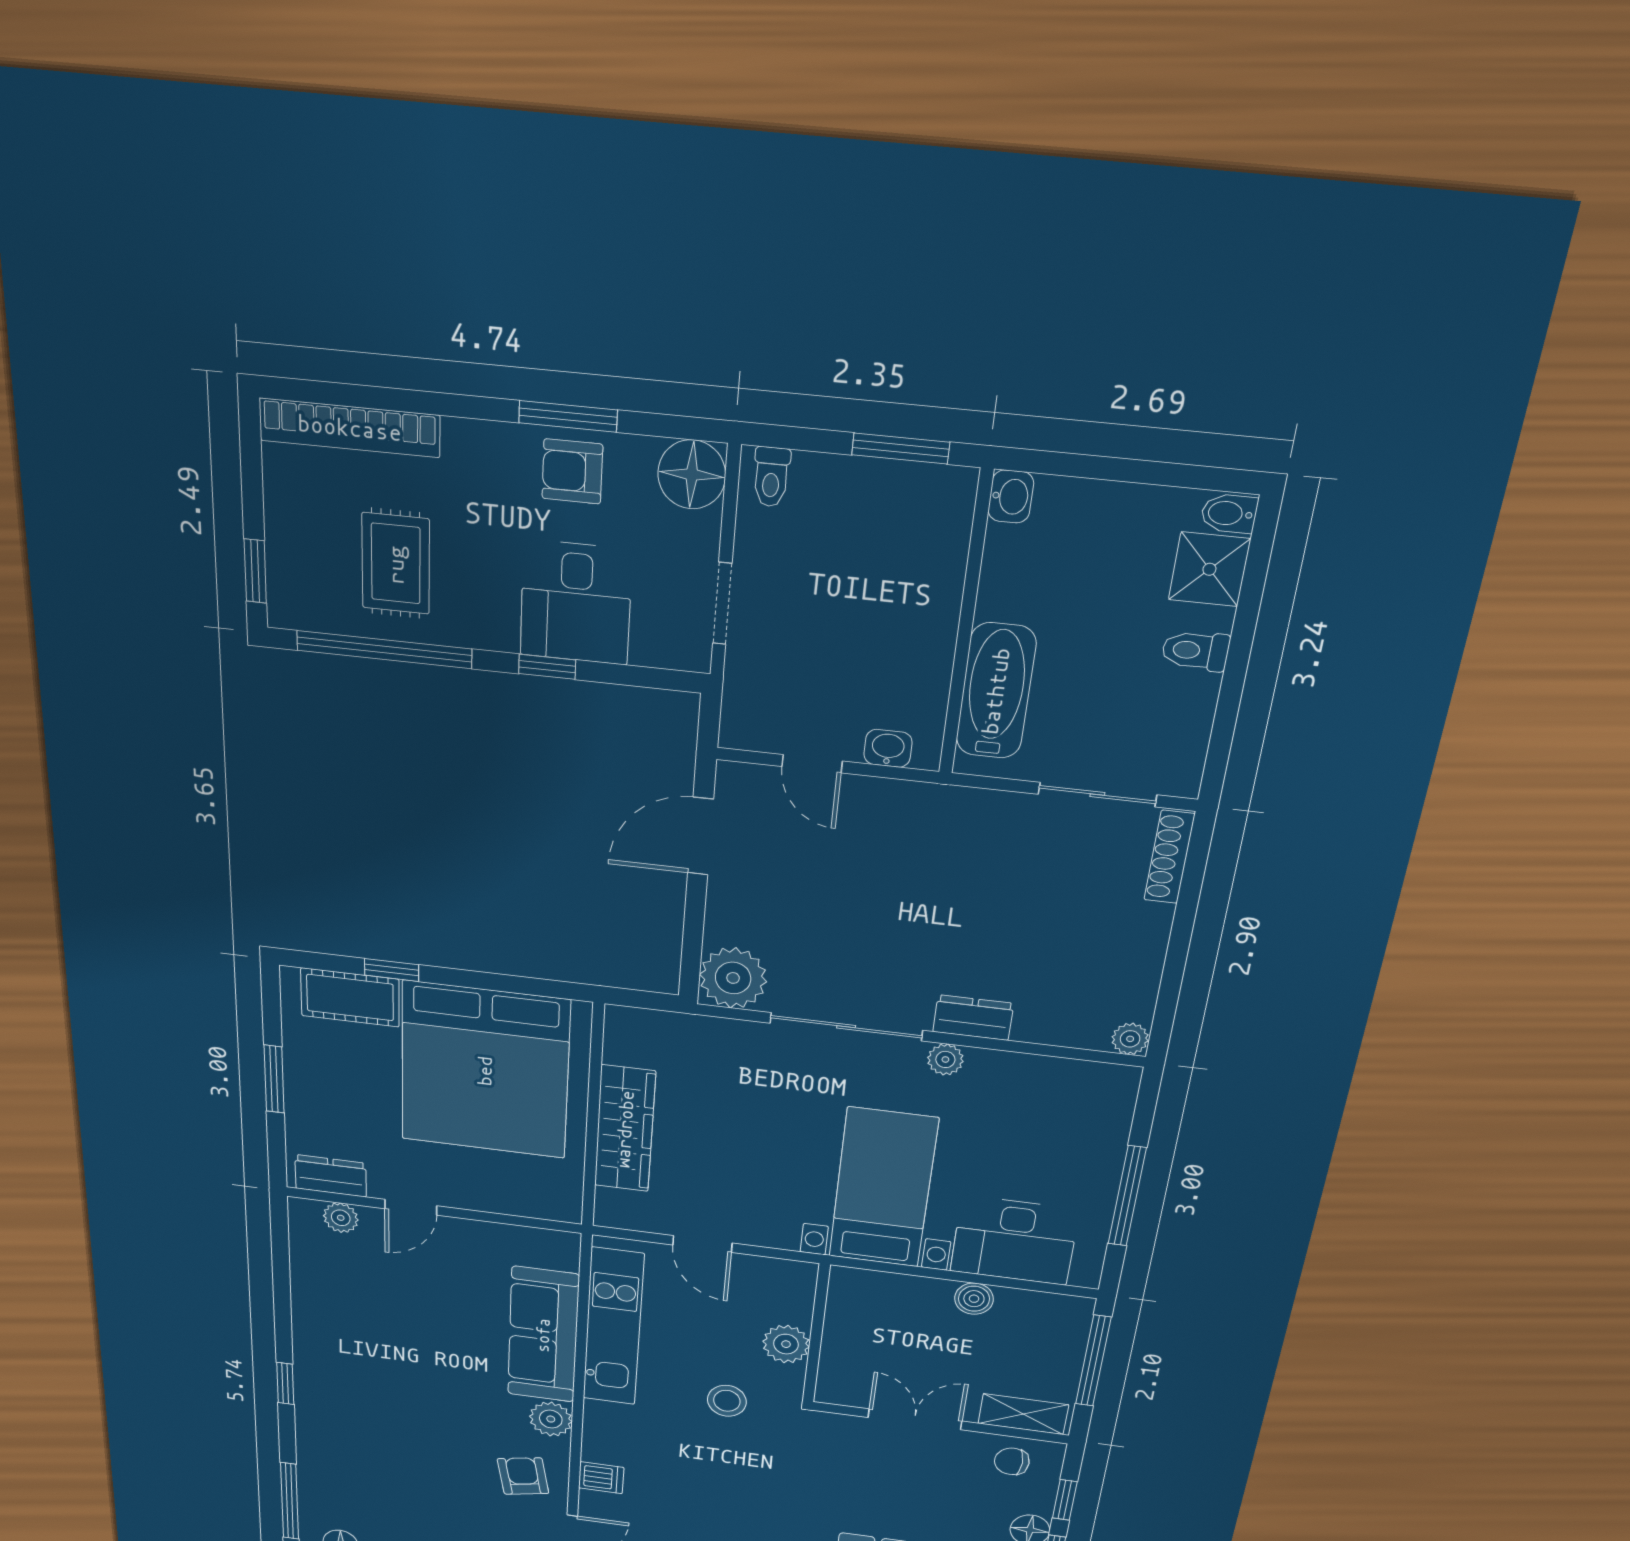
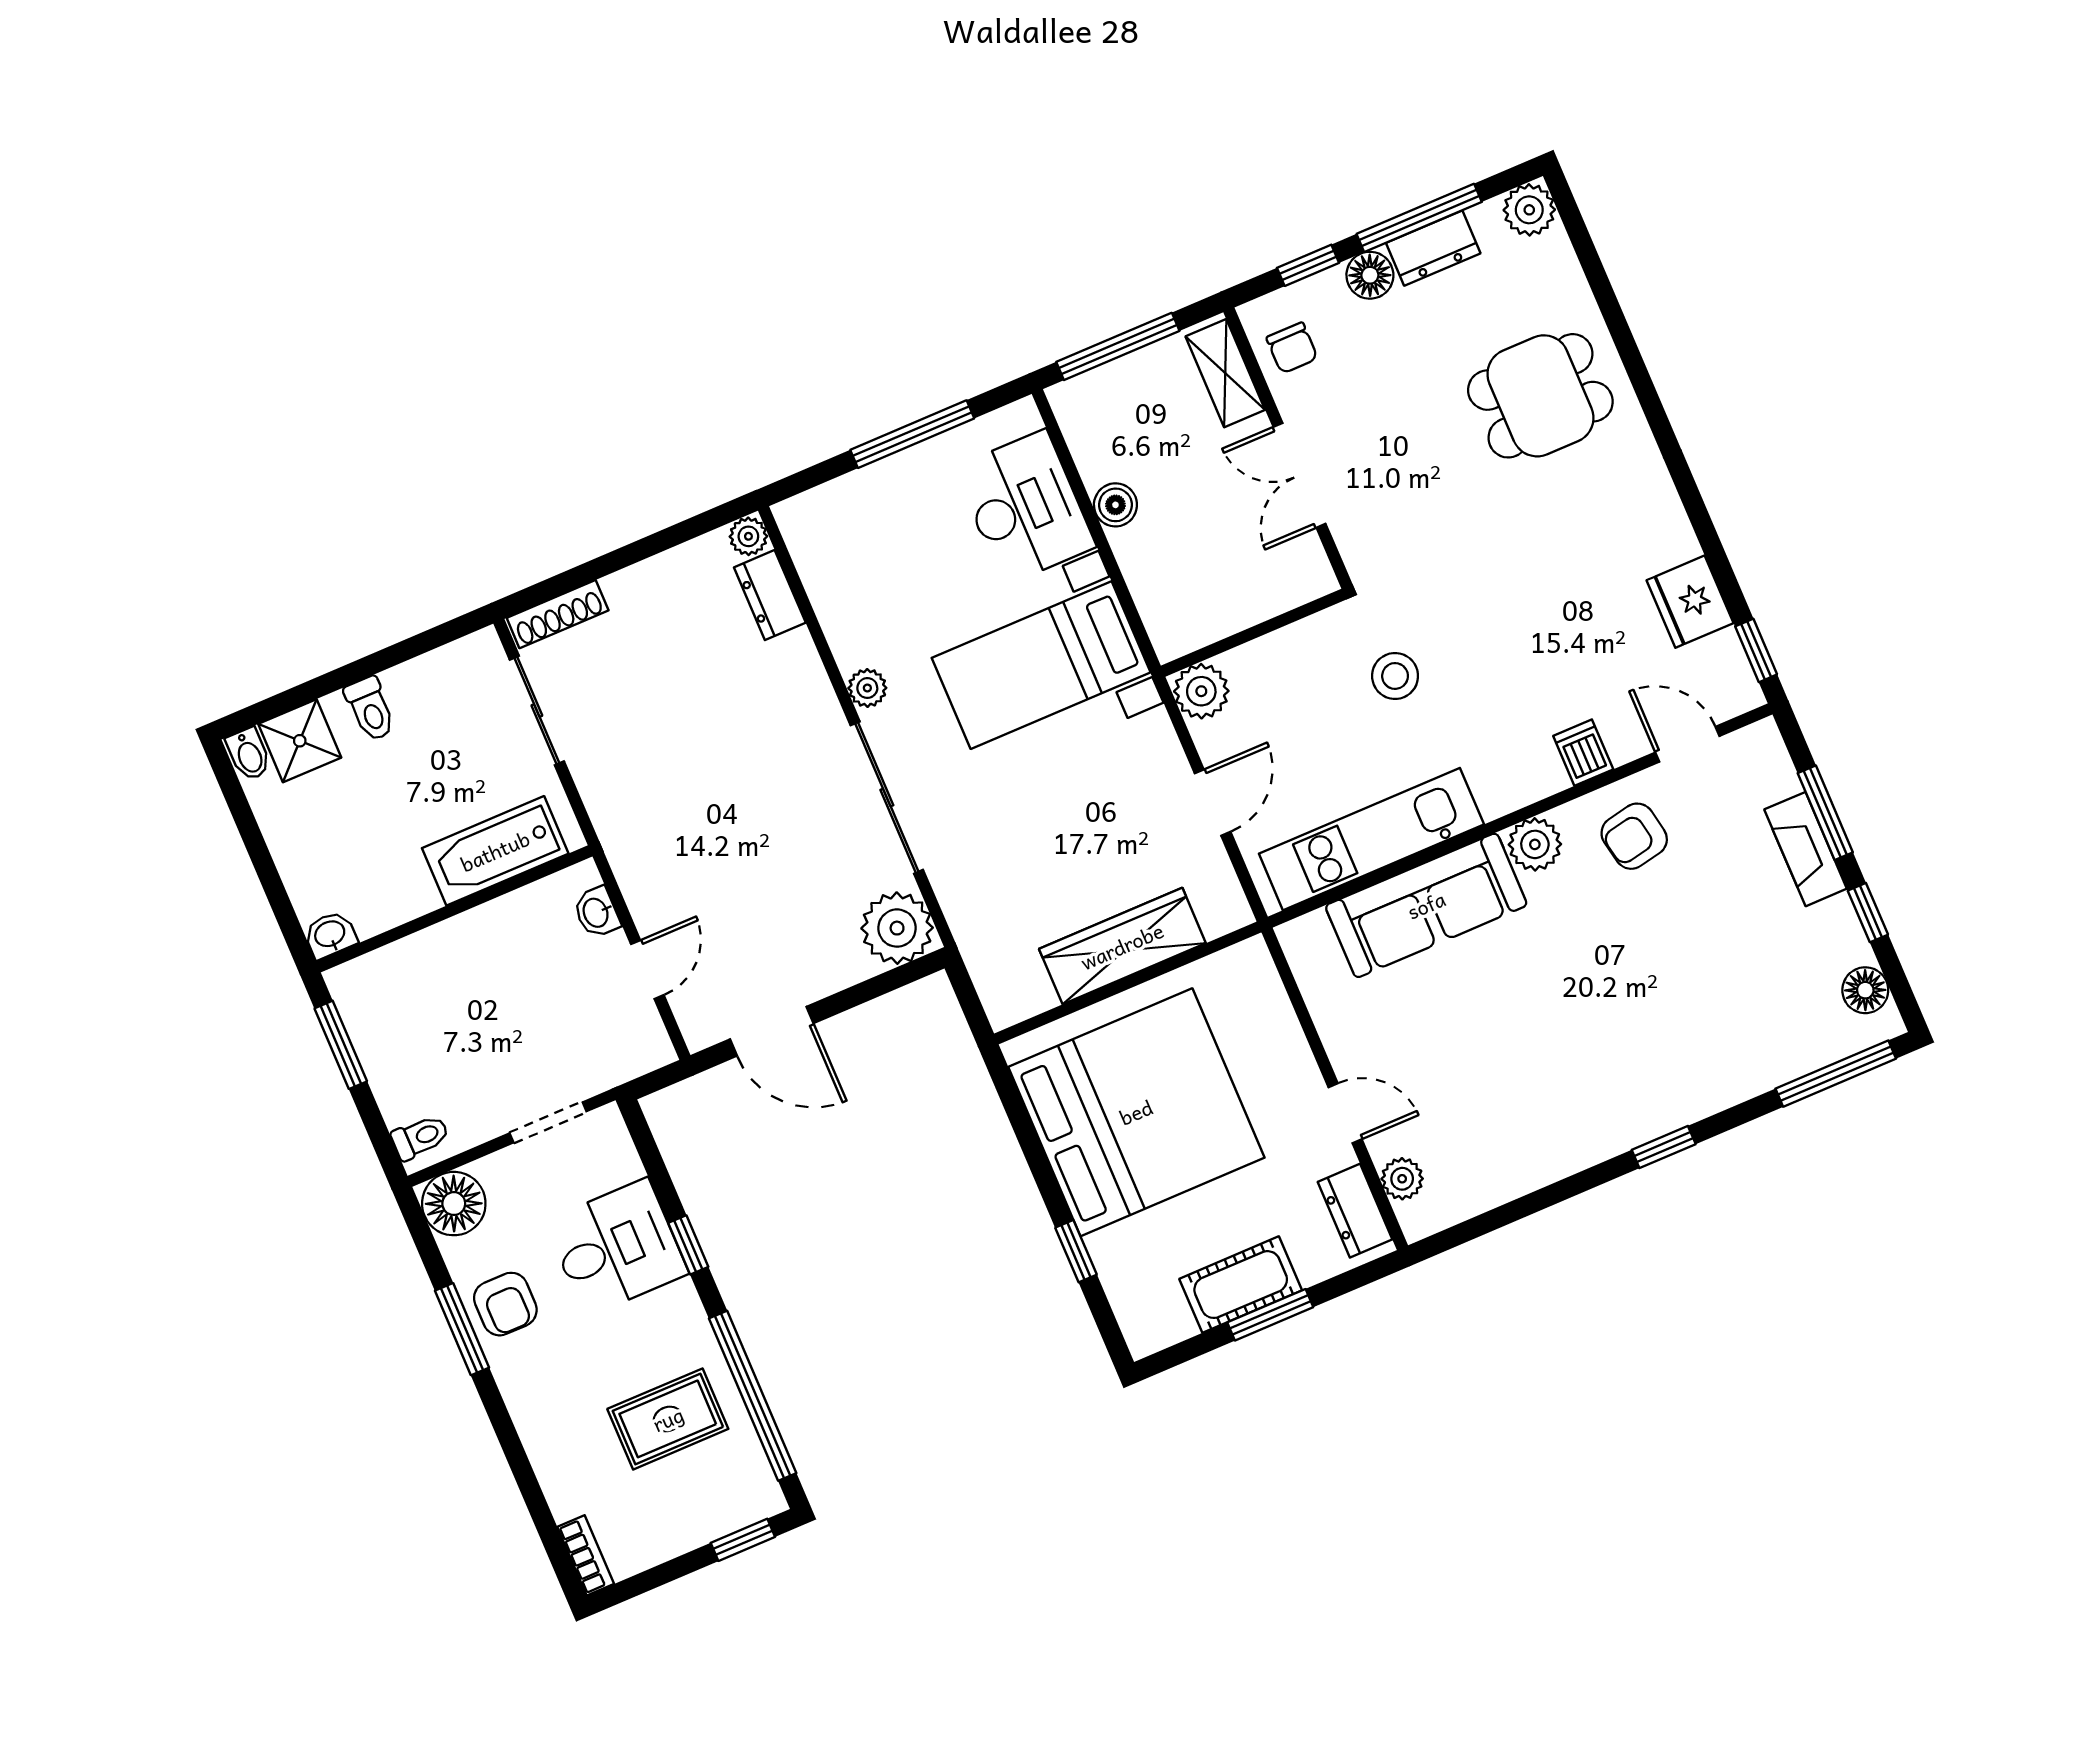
bookcase: (350, 428) -> (586, 1555), width x0.43, depth x0.76
cot: (350, 997) -> (1241, 1285), moved, turned 90
dresser: (973, 1018) -> (770, 595), moved
plant: (786, 1344) -> (1201, 691), moved

